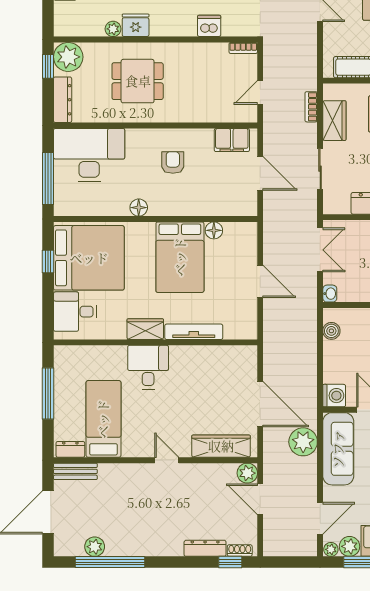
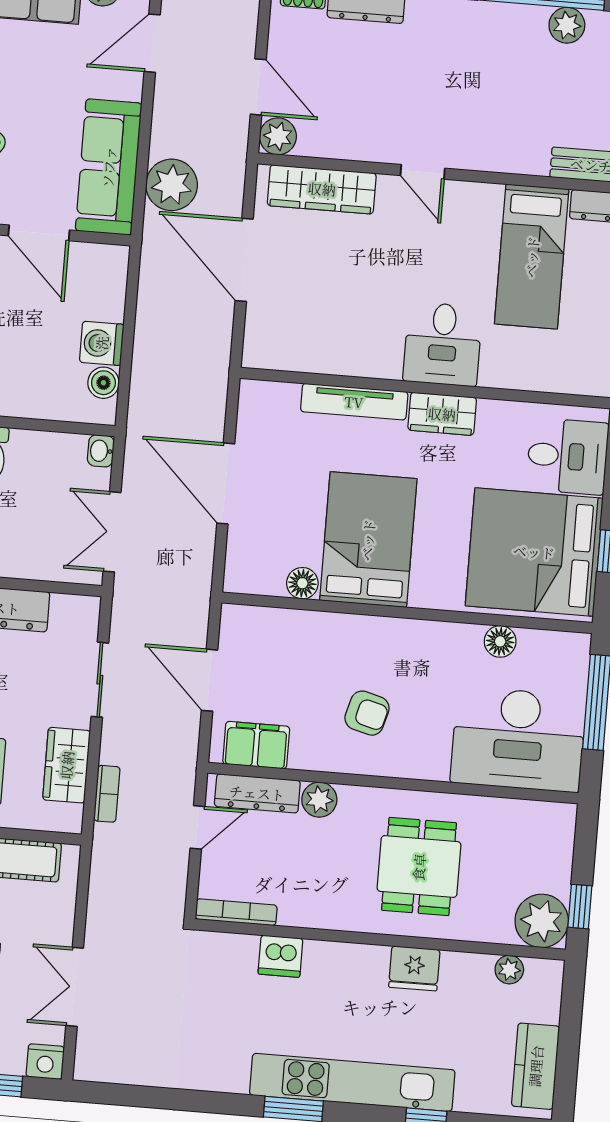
plant: (113, 29) -> (509, 970), moved
bookcase: (243, 48) -> (236, 912), width x1.56
dining table: (138, 81) -> (419, 867), turned 90
dresser: (63, 100) -> (257, 793), moved, turned -90
plant: (195, 113) -> (319, 800), added
armchair: (173, 162) -> (367, 713), turned -75
floor lamp: (139, 208) -> (500, 641), moved
door: (260, 281) -> (226, 483), width x1.36
washing machine: (334, 396) -> (102, 343), moved

